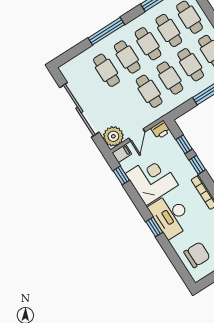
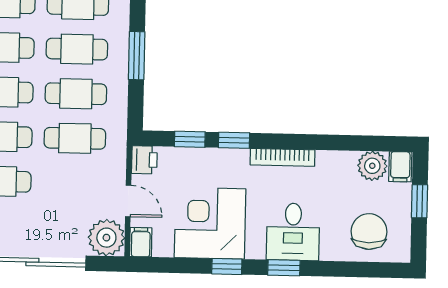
window: (121, 175) -> (227, 266), moved
desk: (171, 215) -> (293, 232), width x0.73

